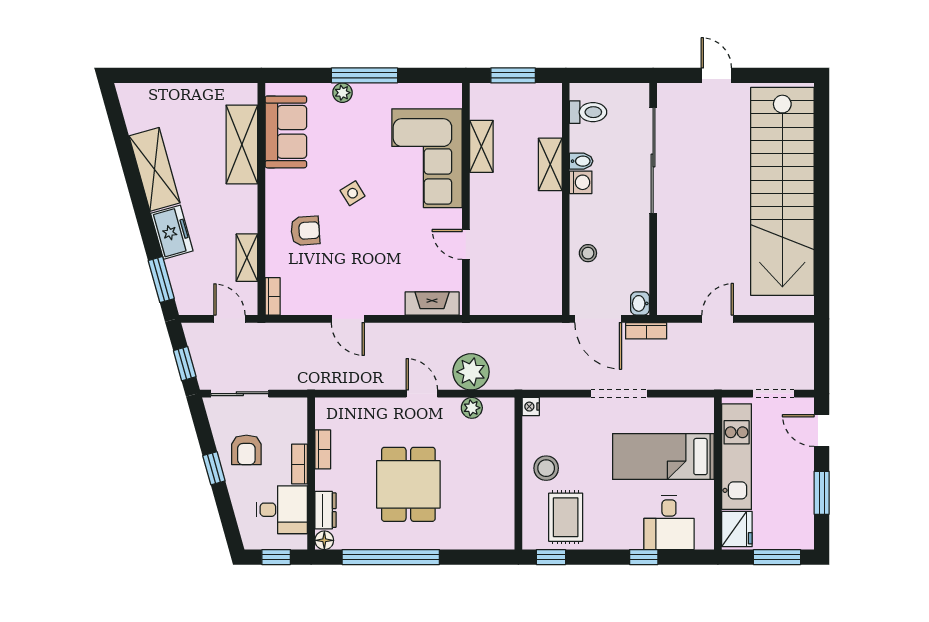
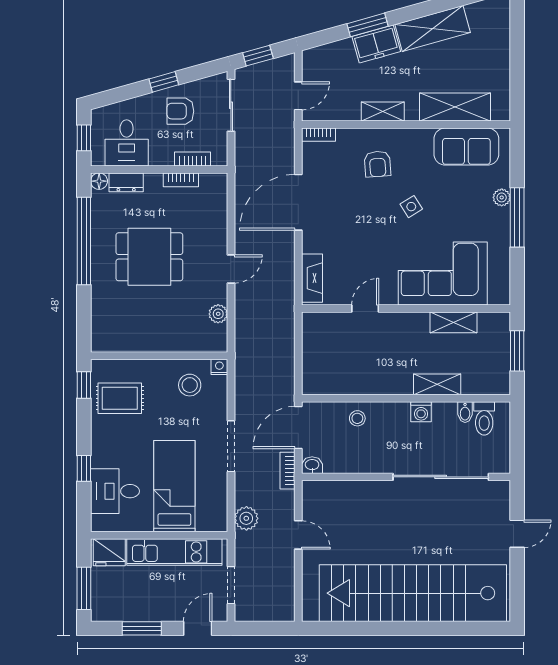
bidet: (581, 161) -> (465, 412), moved
shelving: (247, 258) -> (383, 112), moved
window: (161, 280) -> (368, 25), moved
door: (348, 319) -> (298, 202), width x1.87
plant: (471, 372) -> (246, 518), moved, width x0.73, depth x0.73
bookcase: (300, 464) -> (193, 159), moved
stool: (546, 468) -> (190, 385), moved

